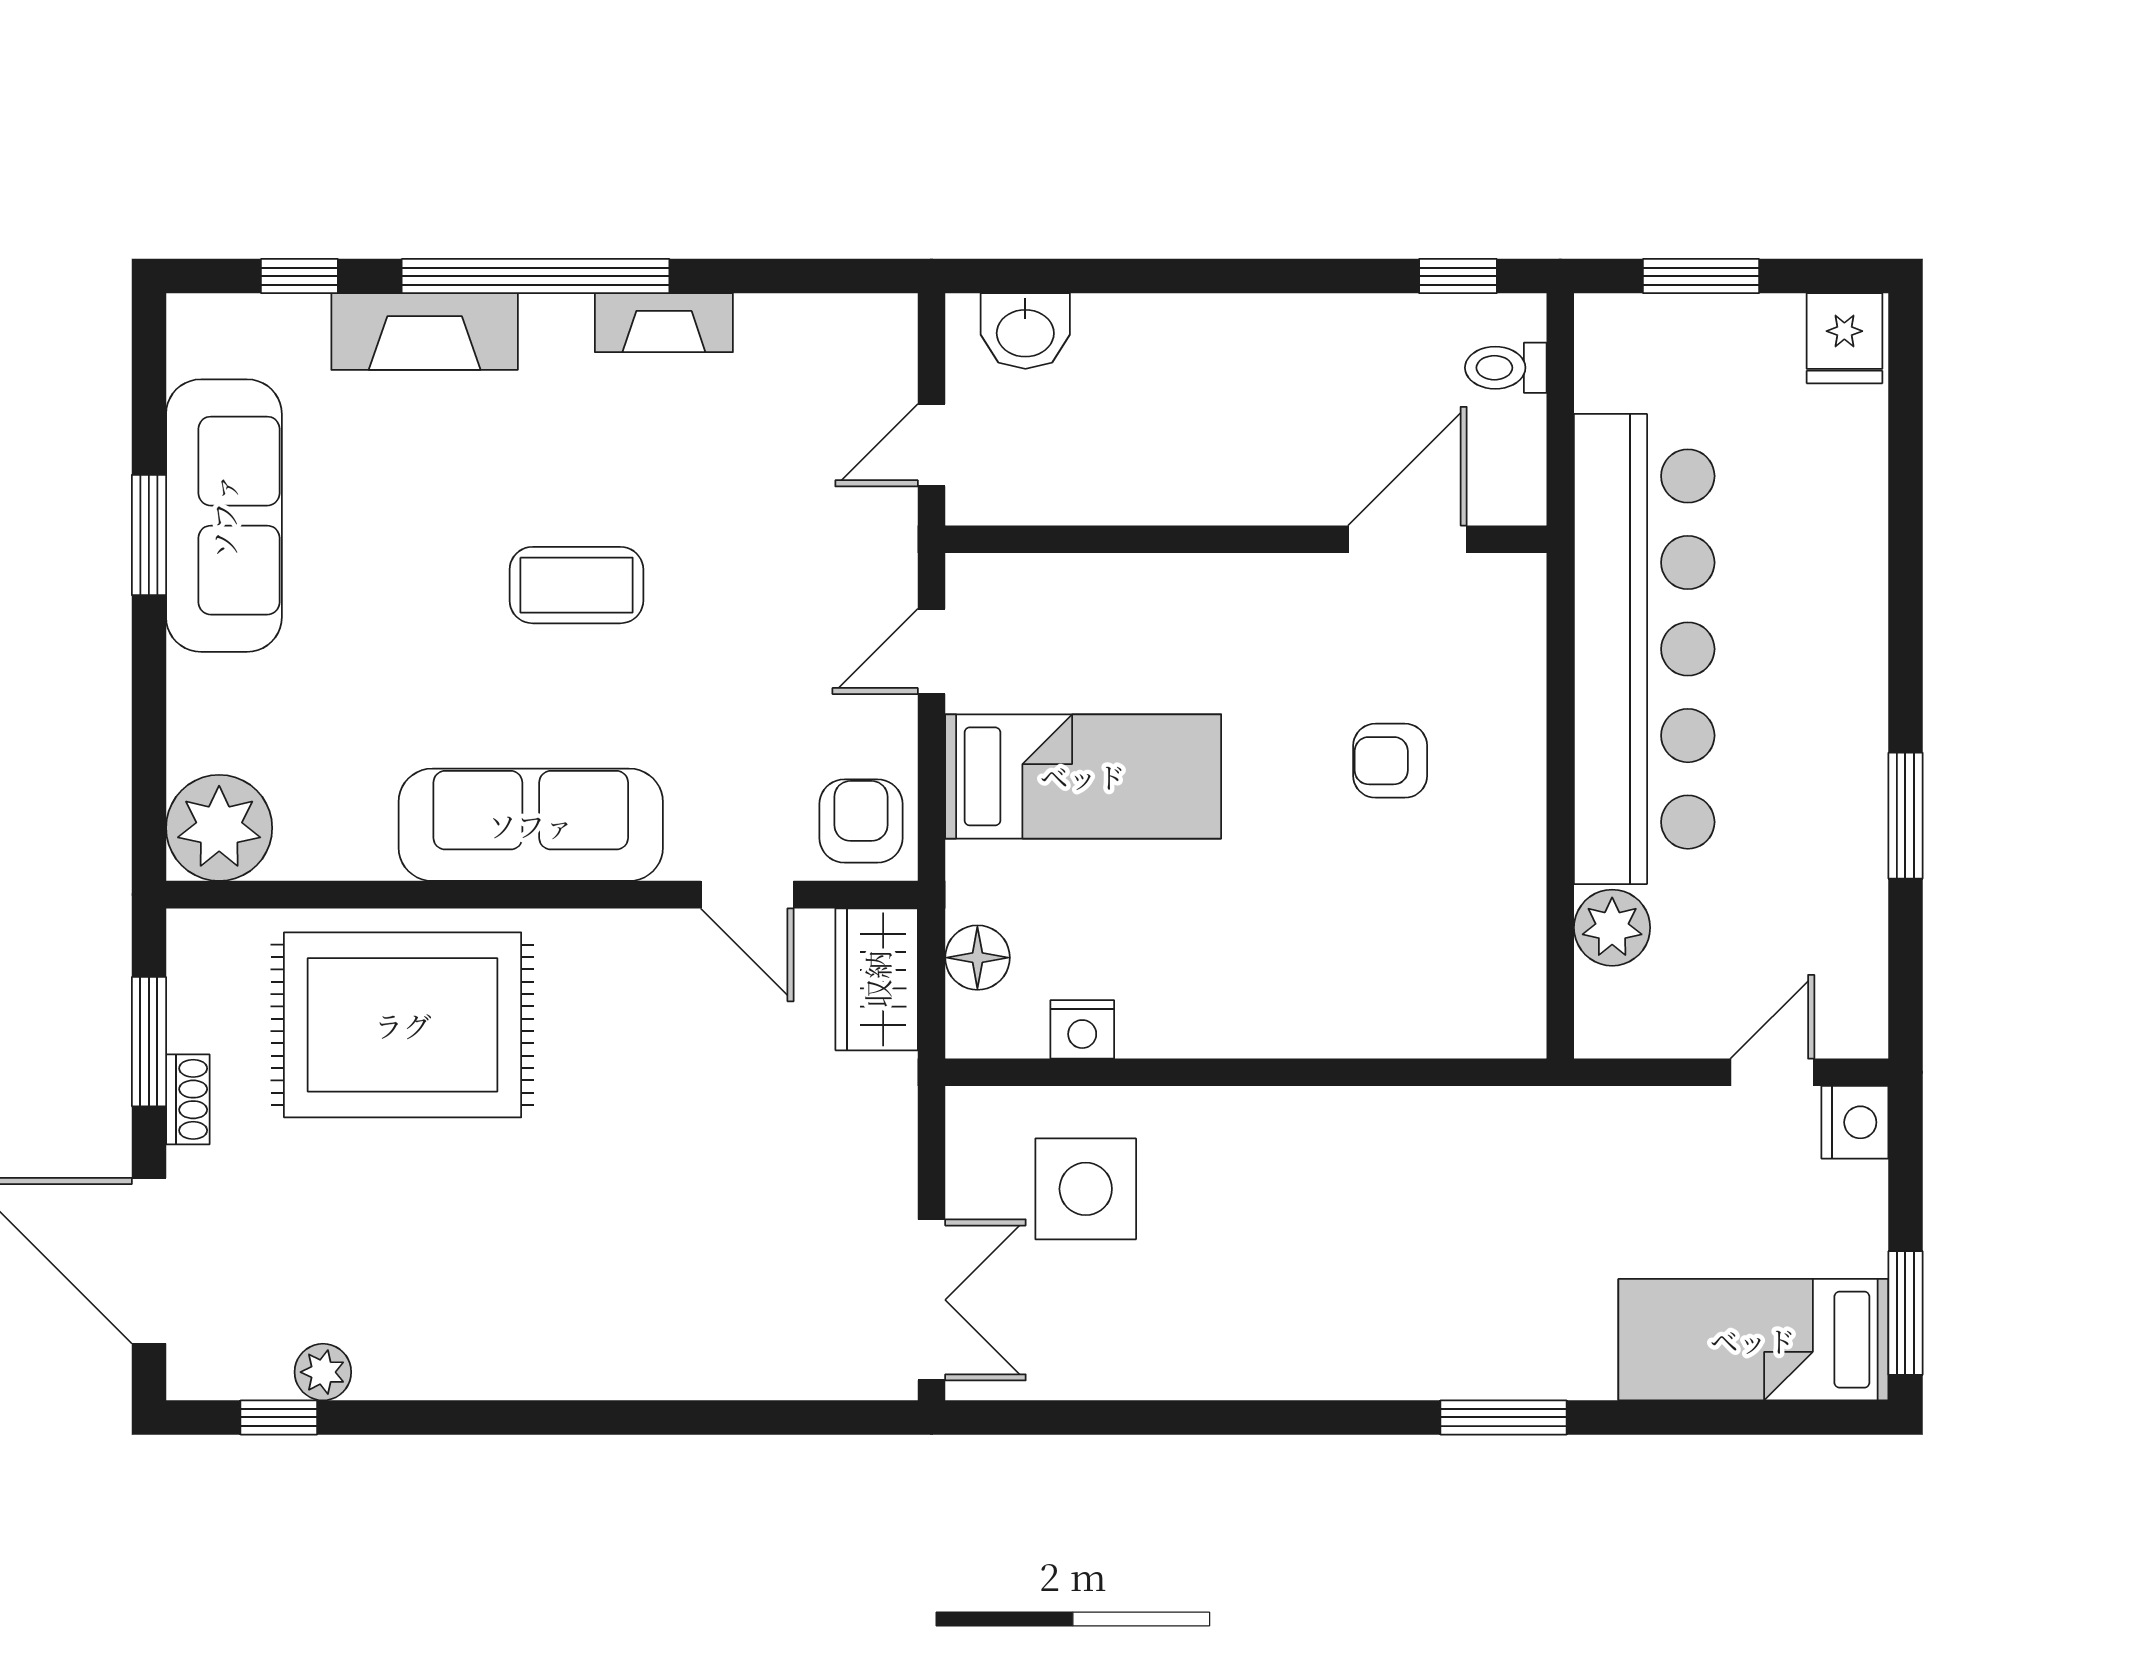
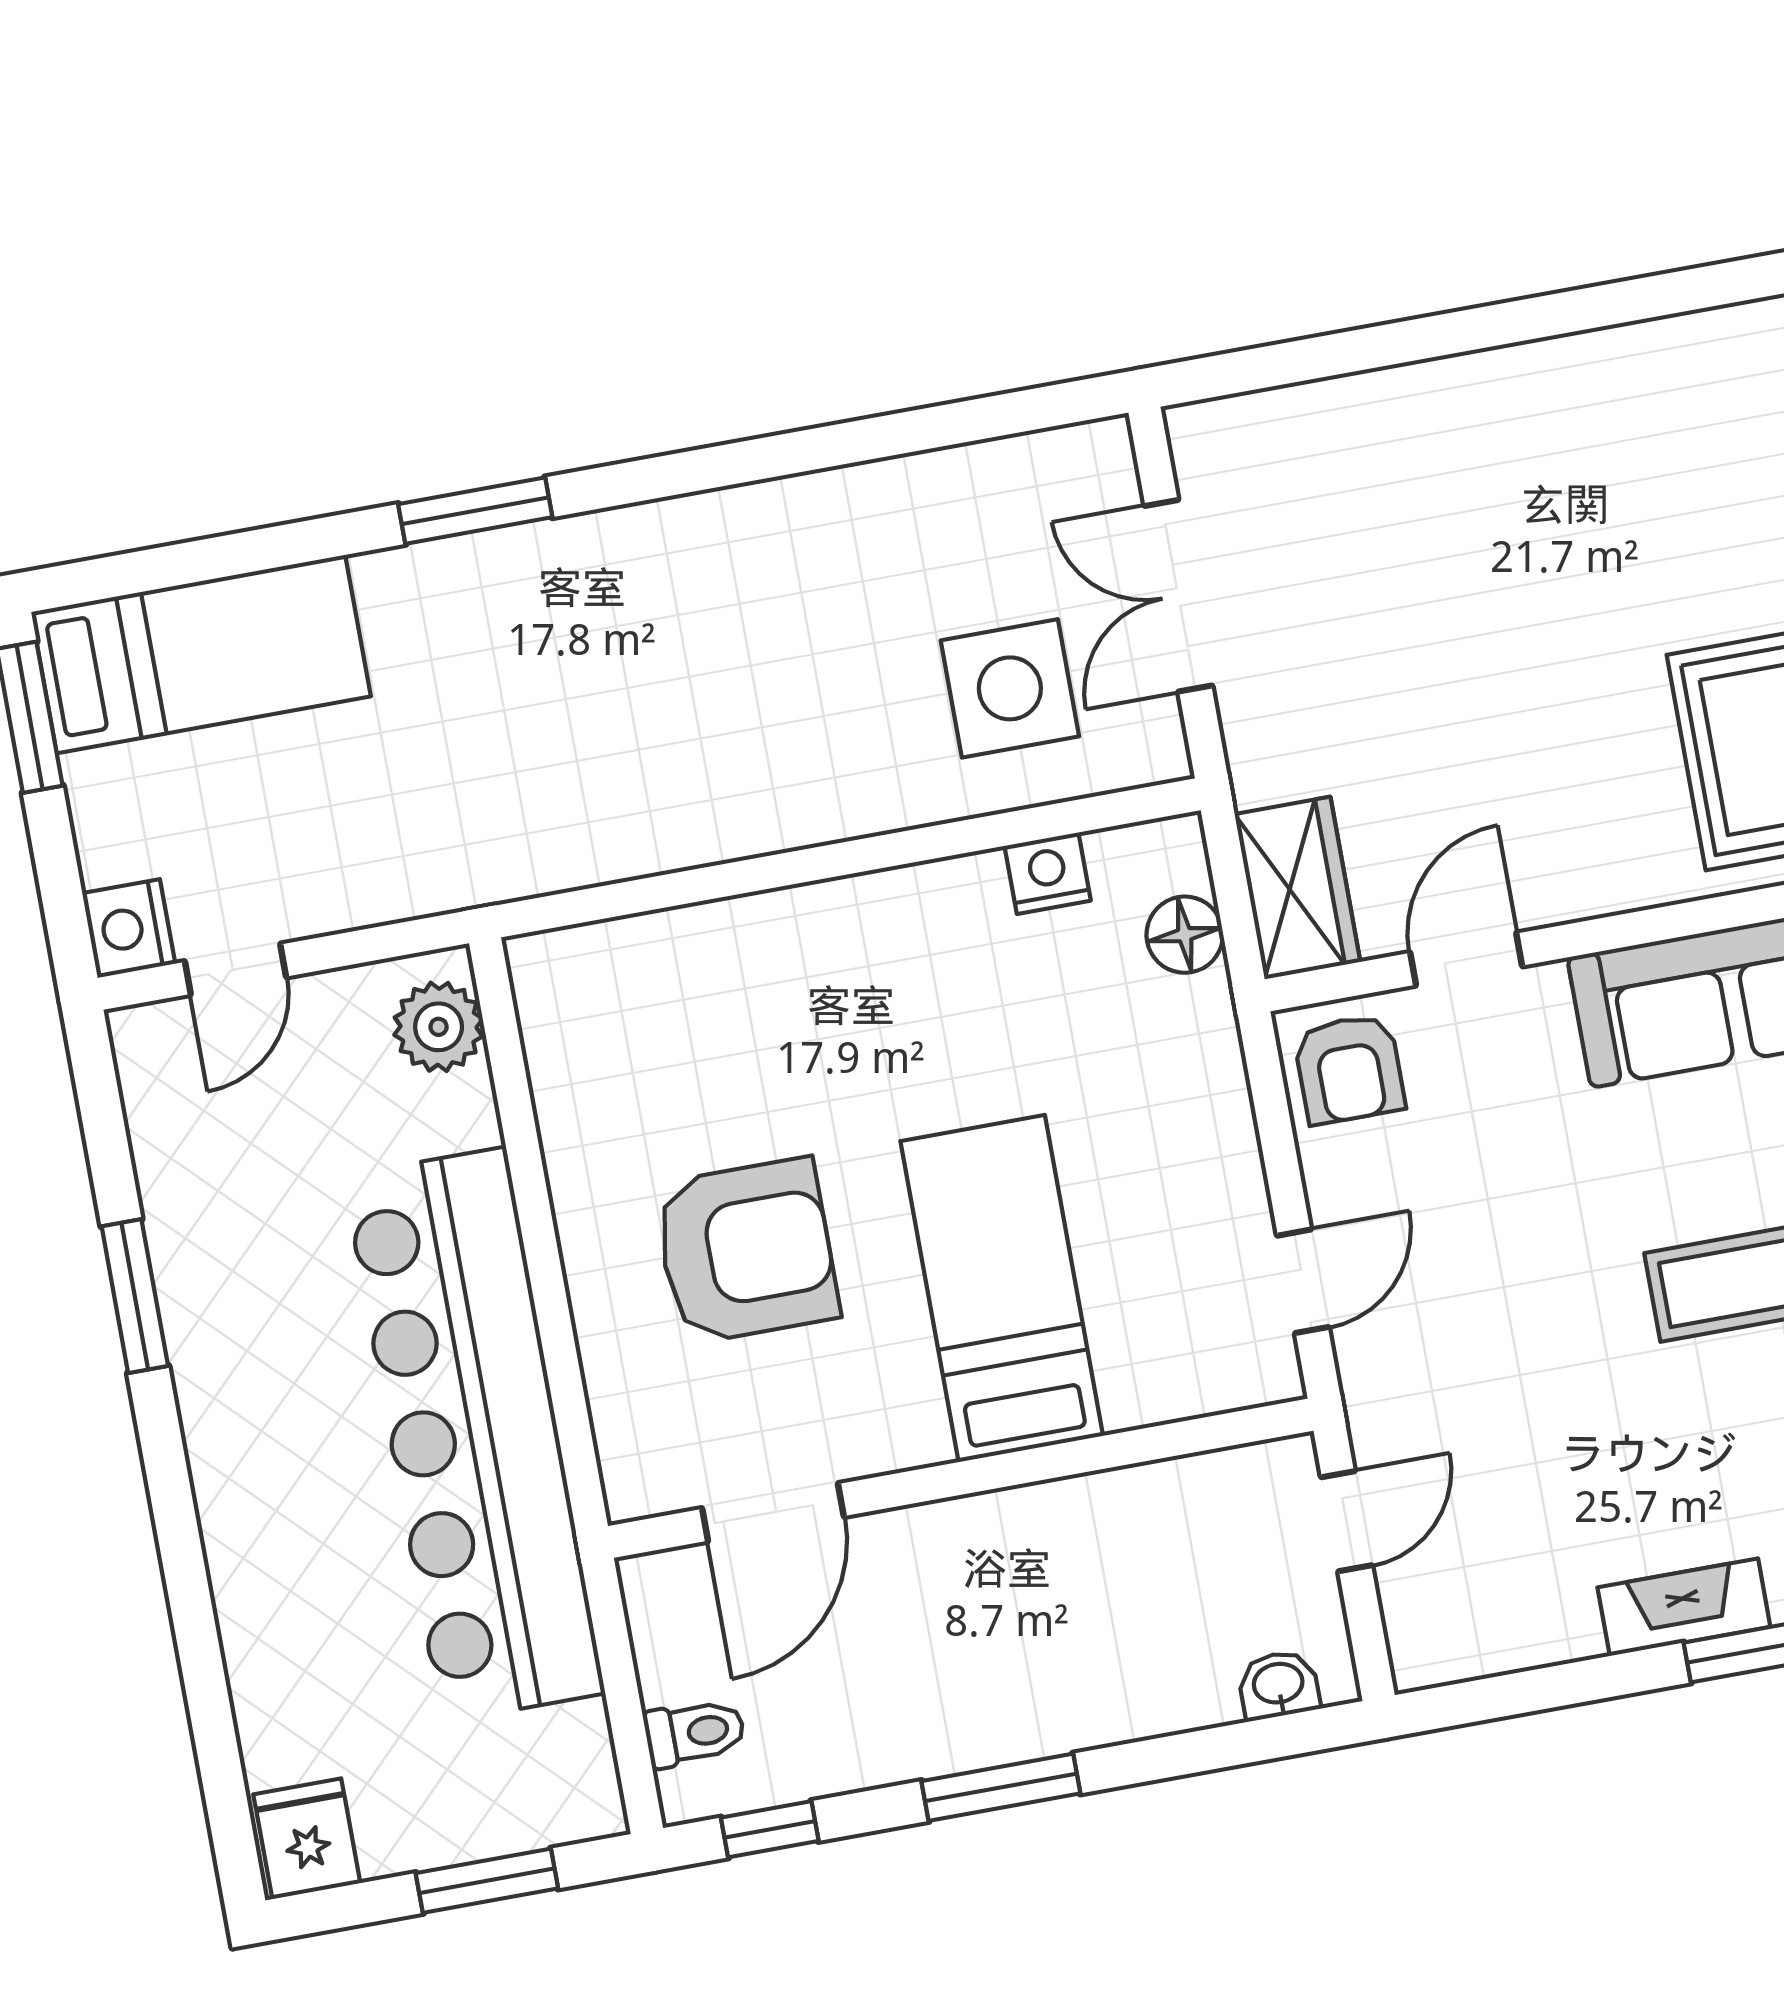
window: (1259, 276) -> (1001, 1787), added
washbasin: (1025, 331) -> (1278, 1685), width x0.72, depth x0.69
armchair: (1390, 761) -> (746, 1251), width x1.88, depth x1.88
bed: (1083, 776) -> (1002, 1289), moved, turned 90
door: (747, 895) -> (1466, 959), hinge flipped
plant: (1612, 928) -> (439, 1027), moved
double door: (932, 1300) -> (1178, 596), moved

